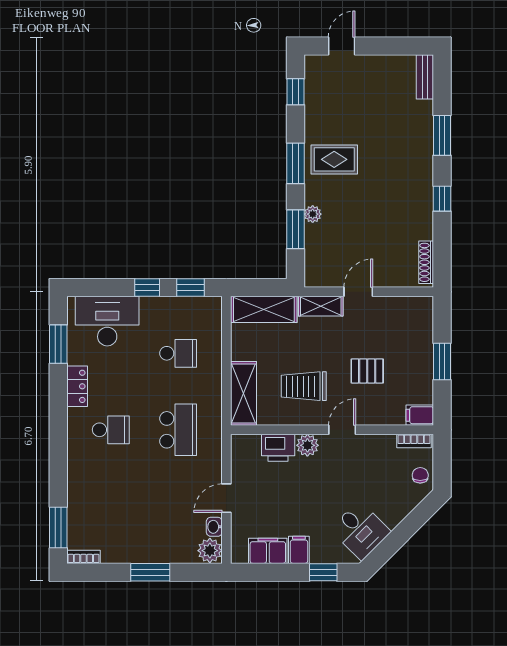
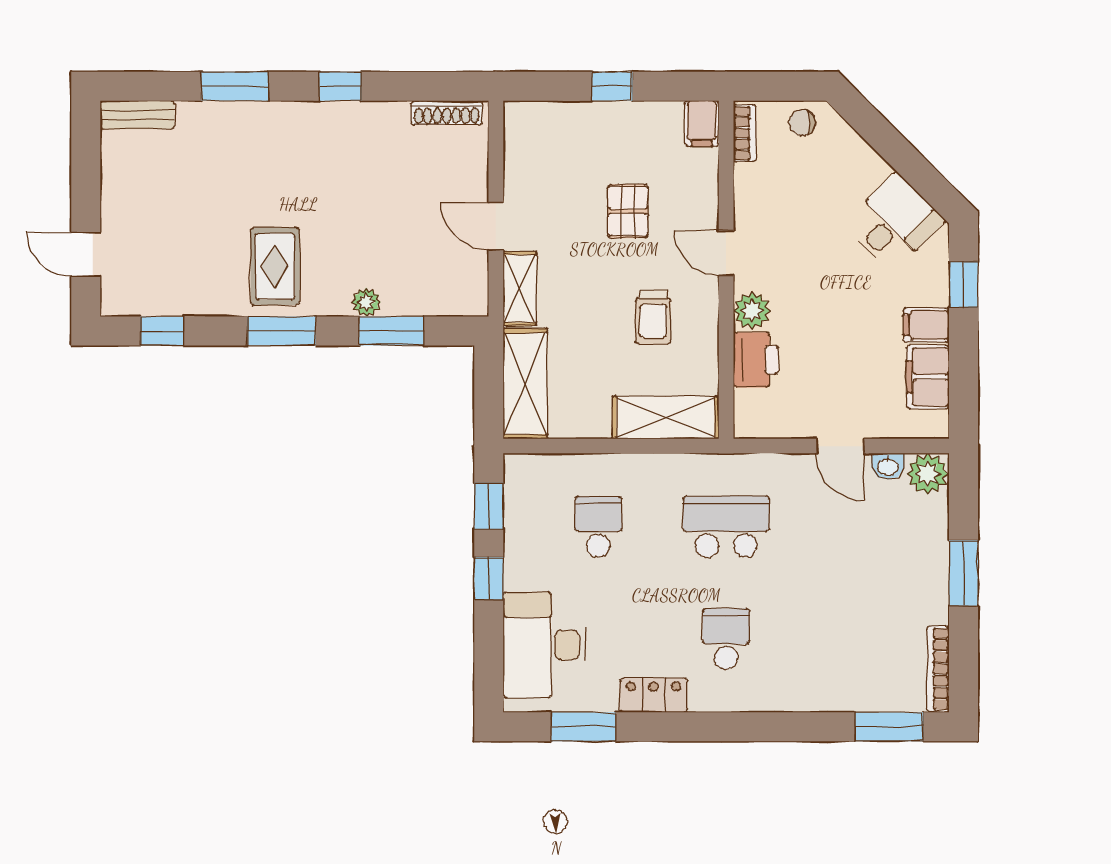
window: (442, 361) -> (612, 86), width x0.67
trolley: (304, 386) -> (653, 317), width x0.73, depth x0.72
bookcase: (83, 557) -> (938, 669), width x1.56

